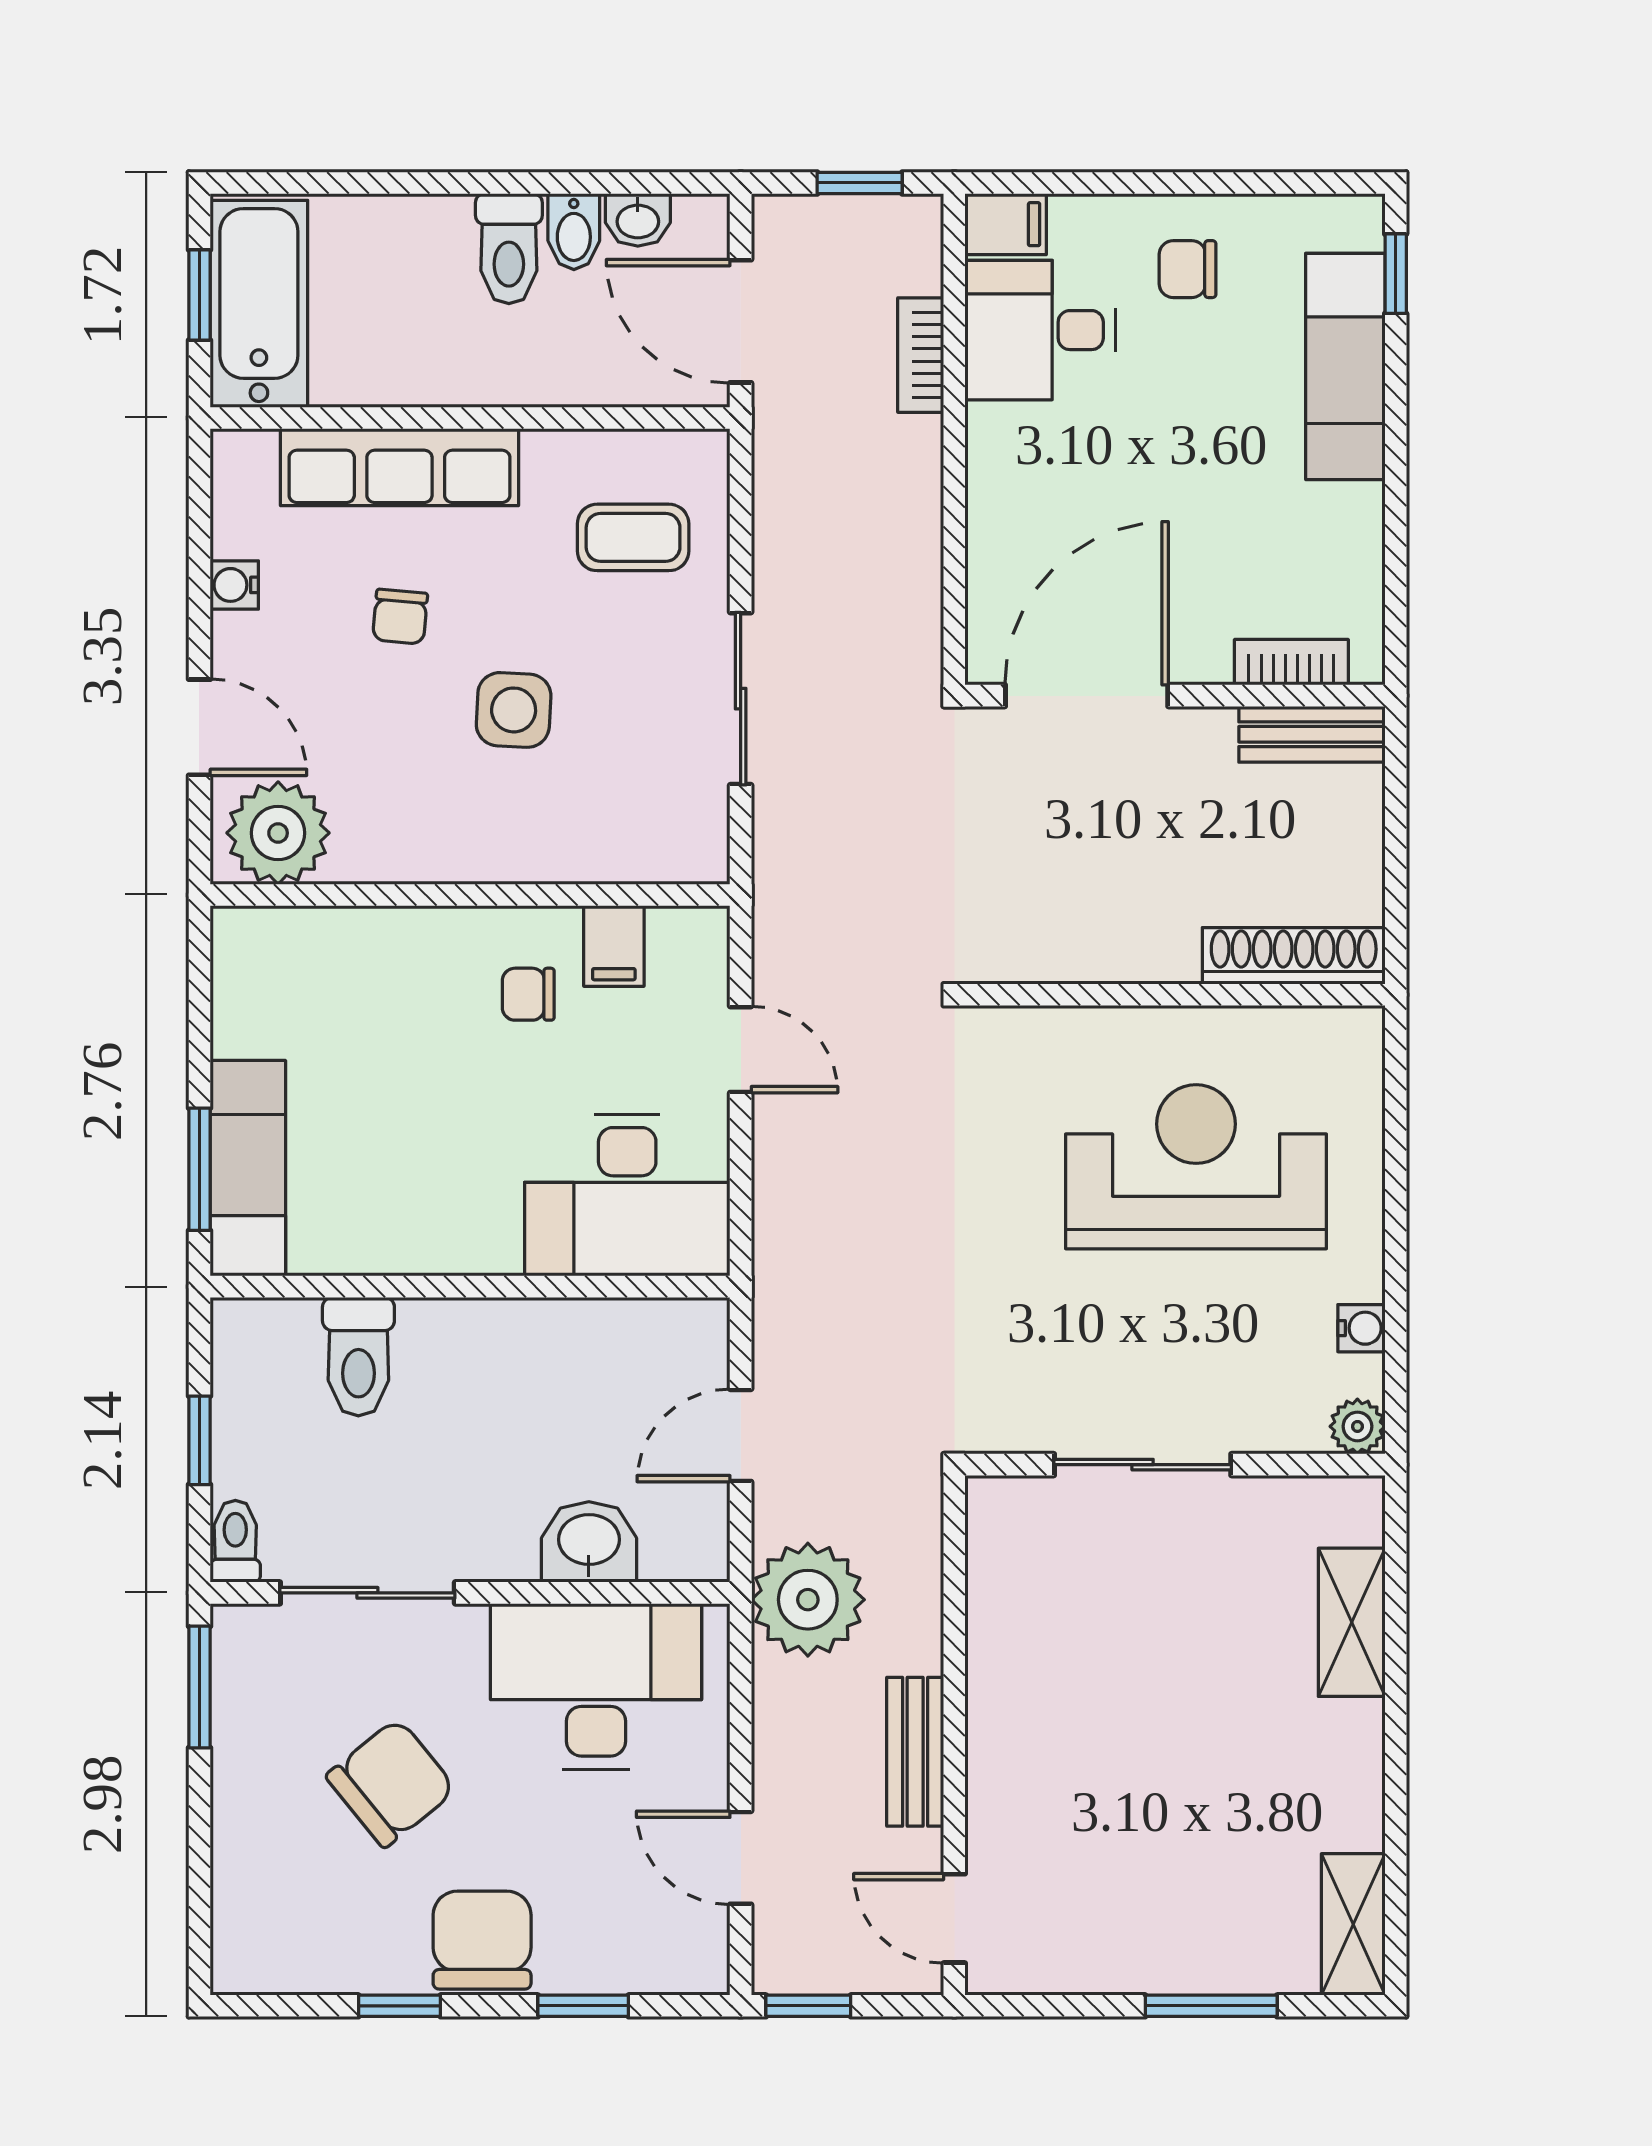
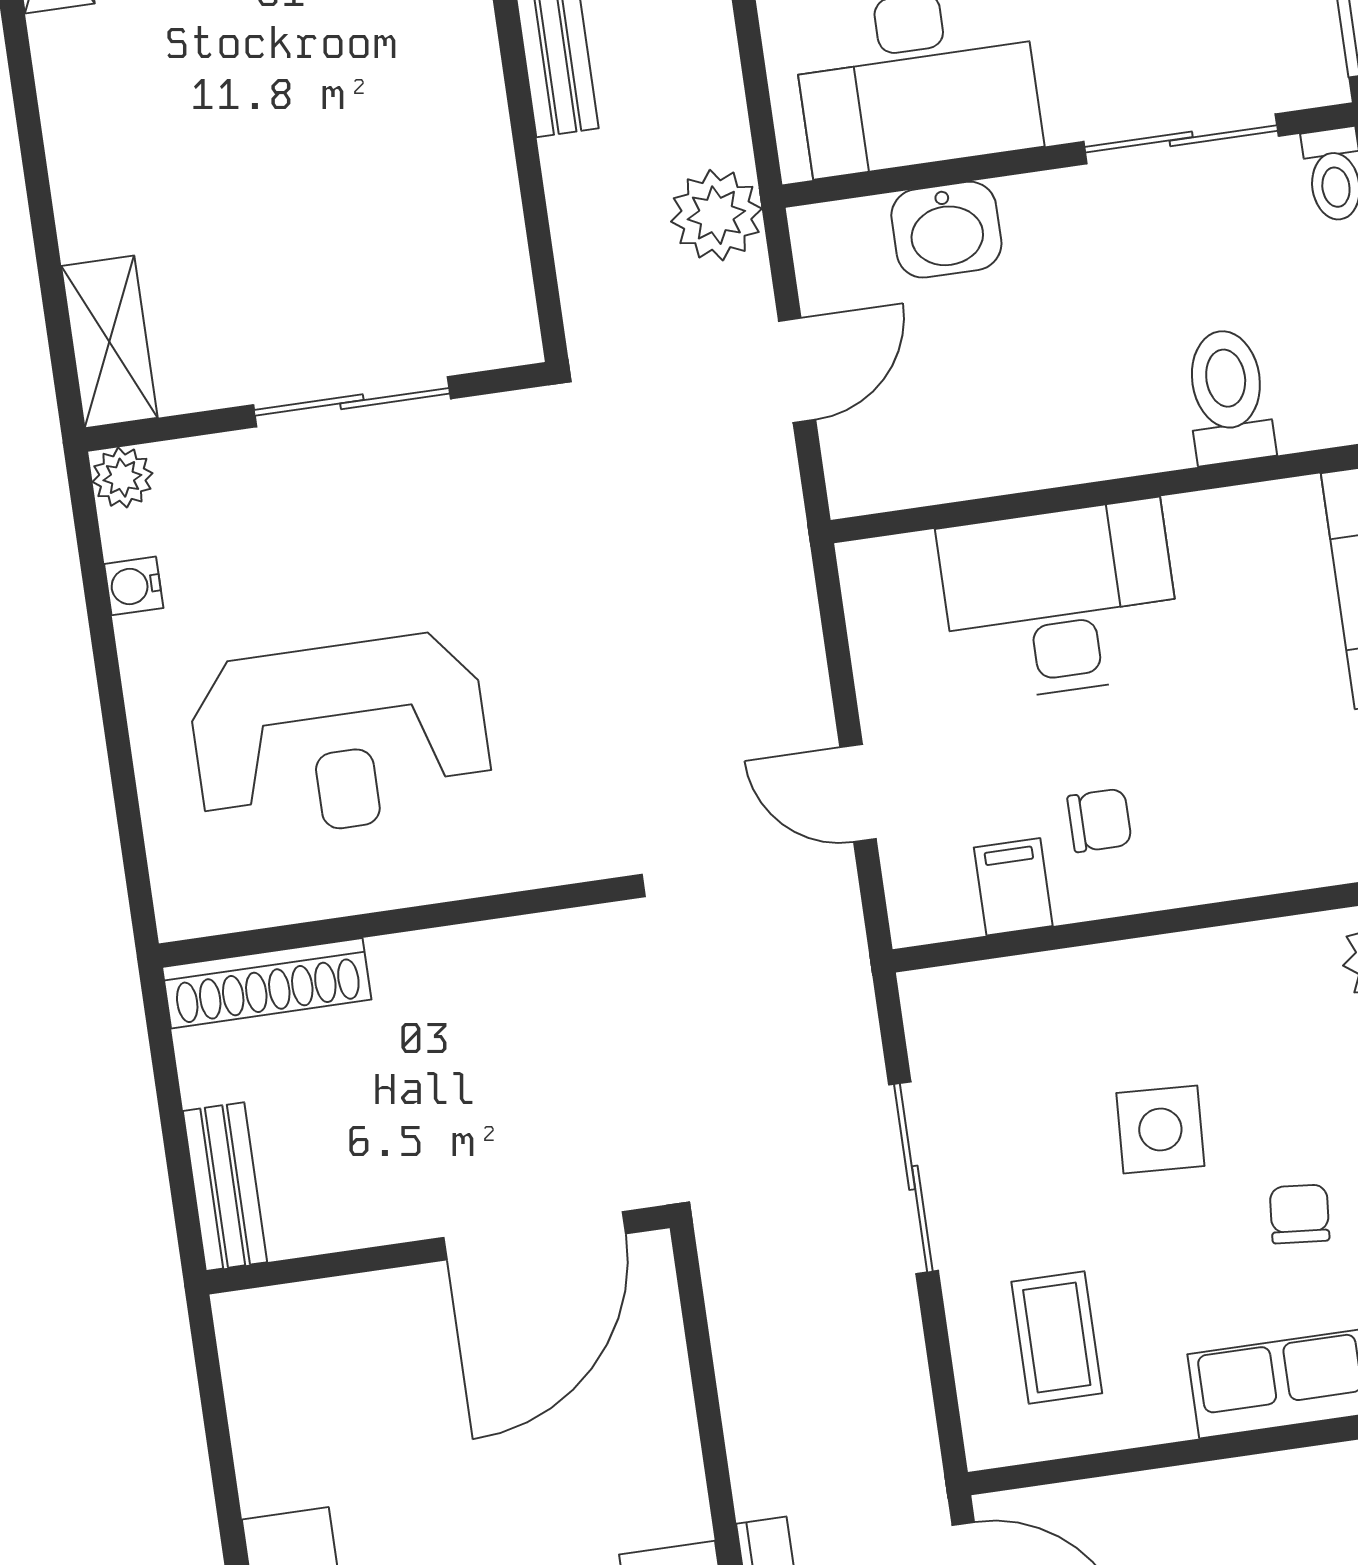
coffee table: (633, 537) -> (1057, 1337), turned 90
bookcase: (1291, 662) -> (316, 1305), removed
bench: (1312, 734) -> (225, 1187), moved, turned 90
desk: (627, 1195) -> (1060, 601), moved
plant: (808, 1600) -> (716, 215), width x0.73, depth x0.73
shelving: (1352, 1622) -> (109, 342), moved

